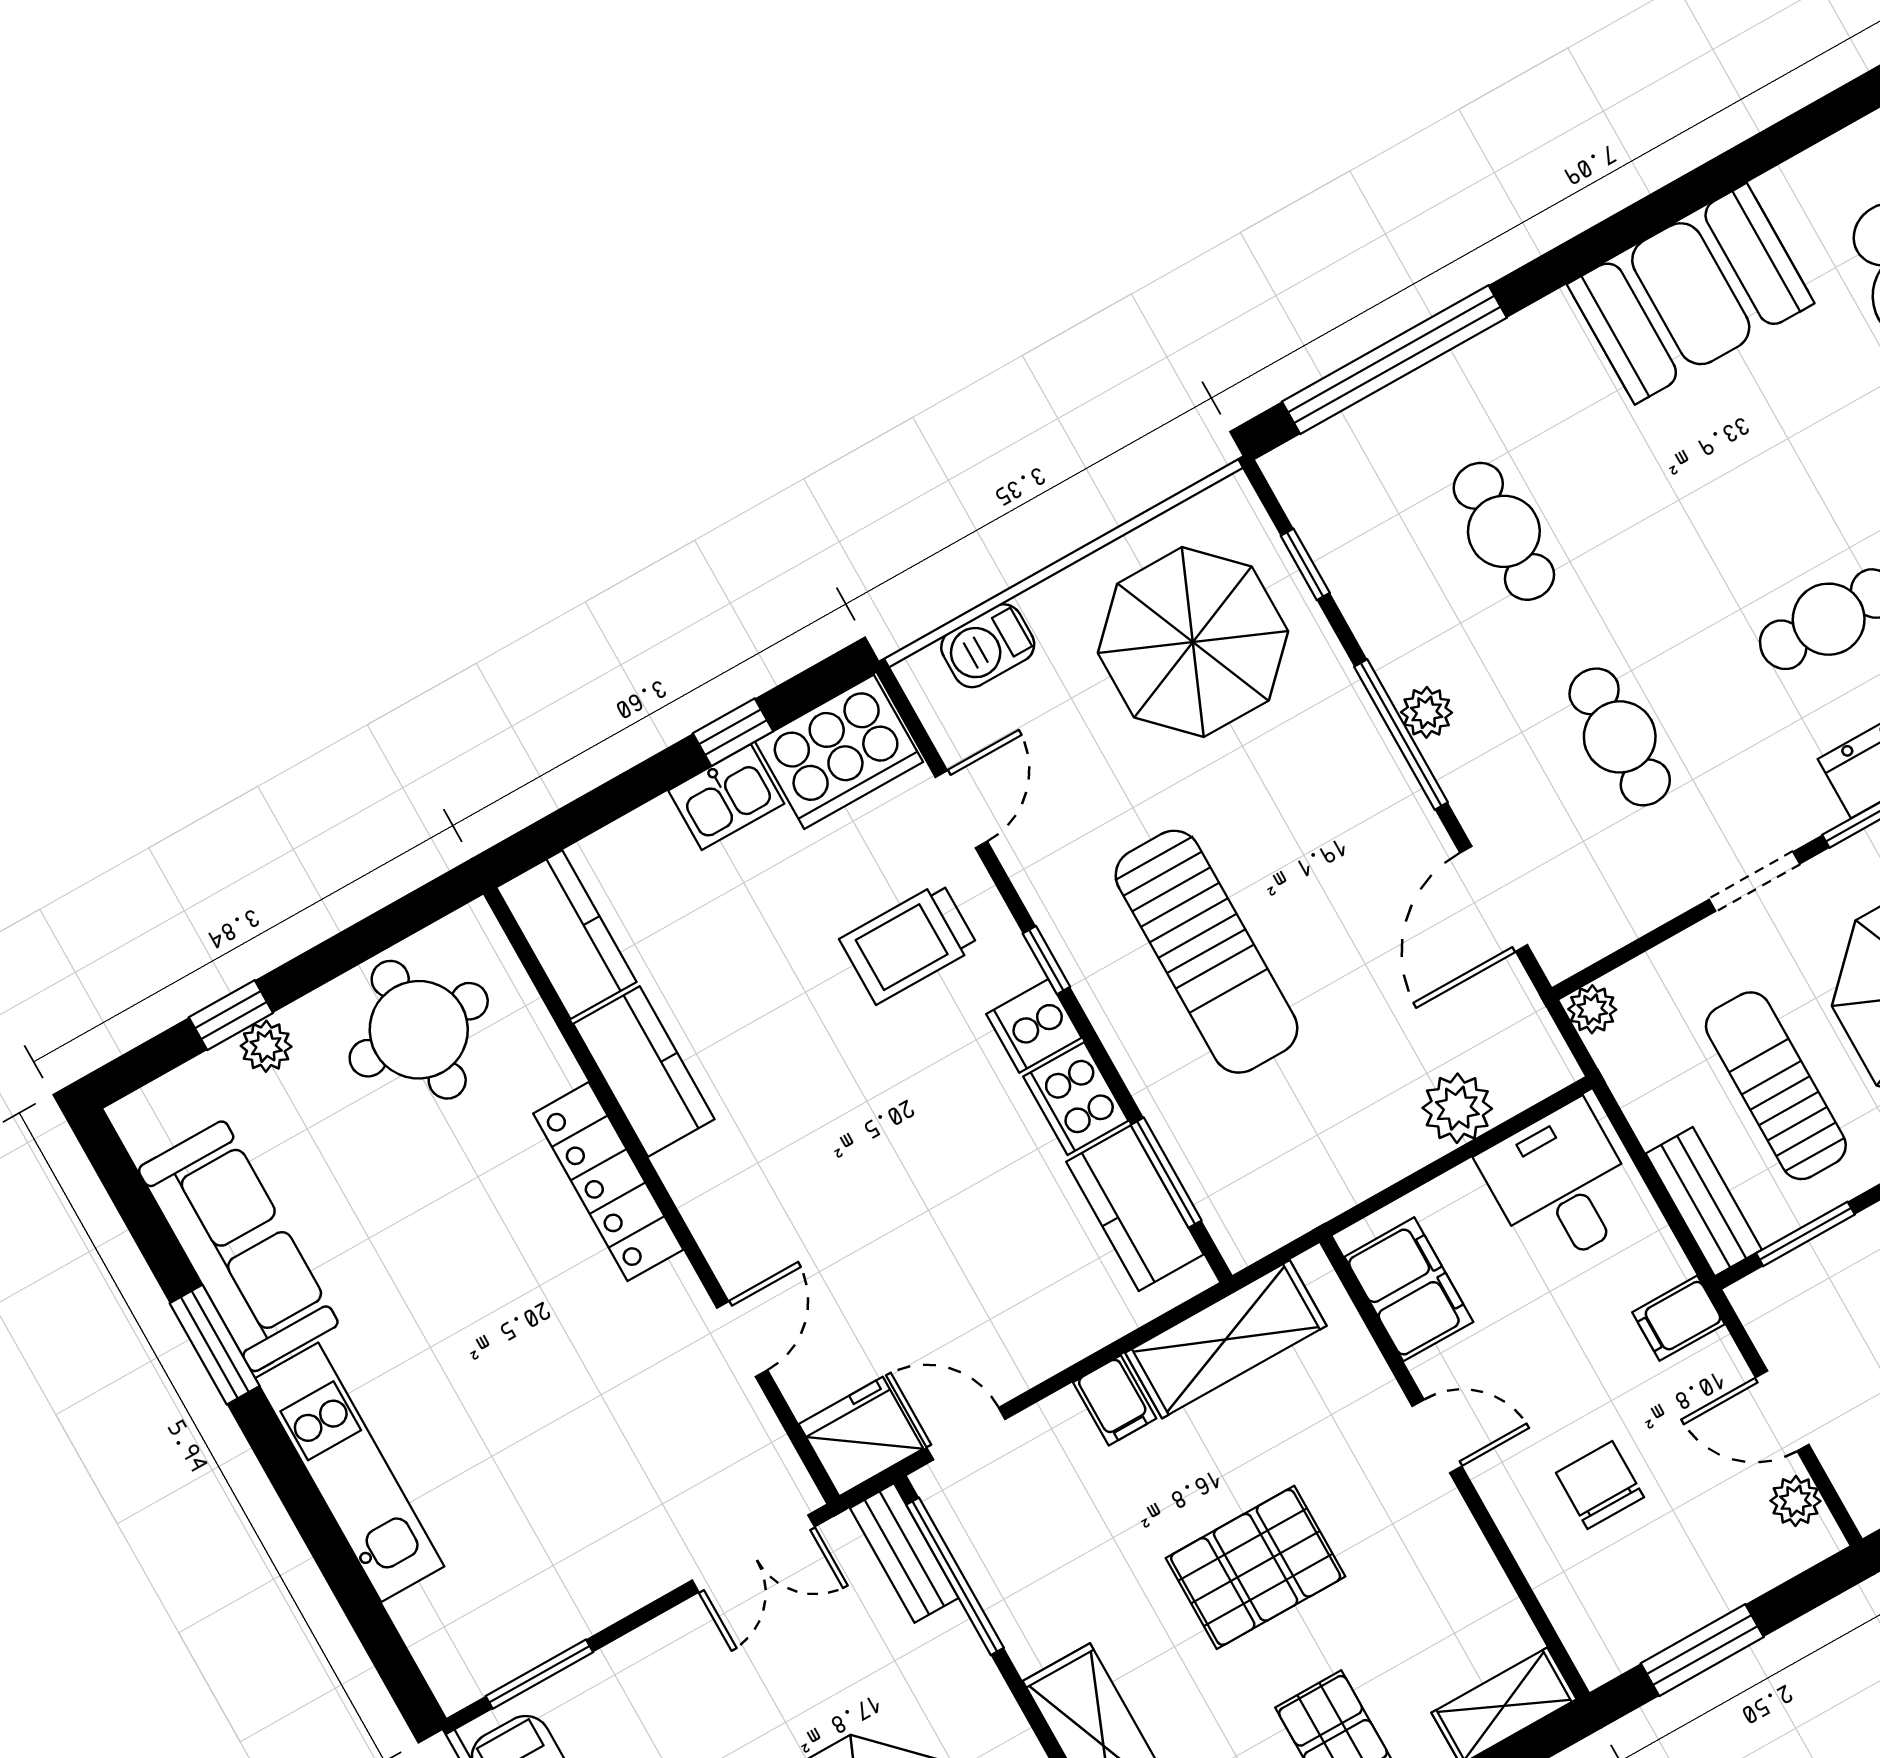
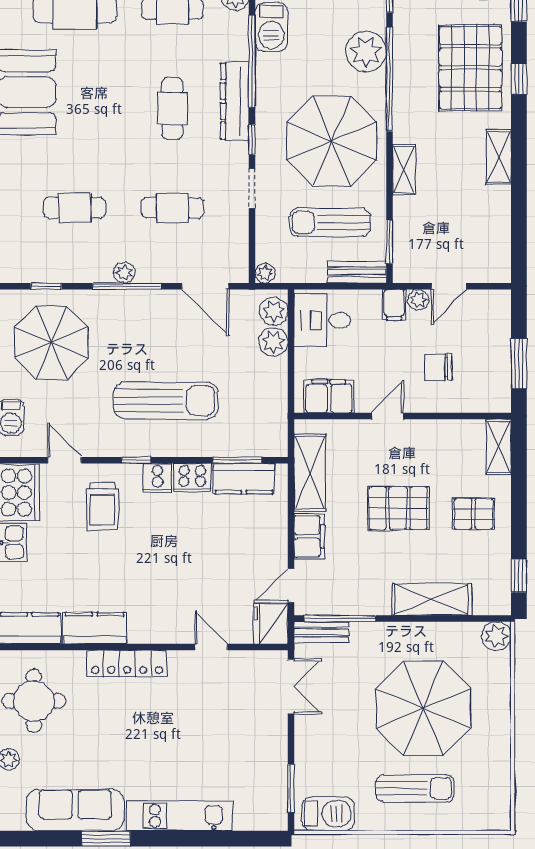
plant: (1522, 1072) -> (274, 311), added
filing cabinet: (1115, 1400) -> (309, 536), width x2.00
plant: (1796, 1501) -> (418, 300), moved
pallet: (1256, 1567) -> (398, 508), turned 90

